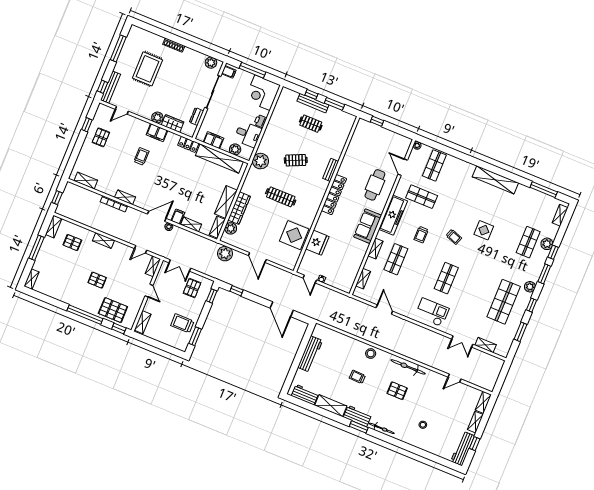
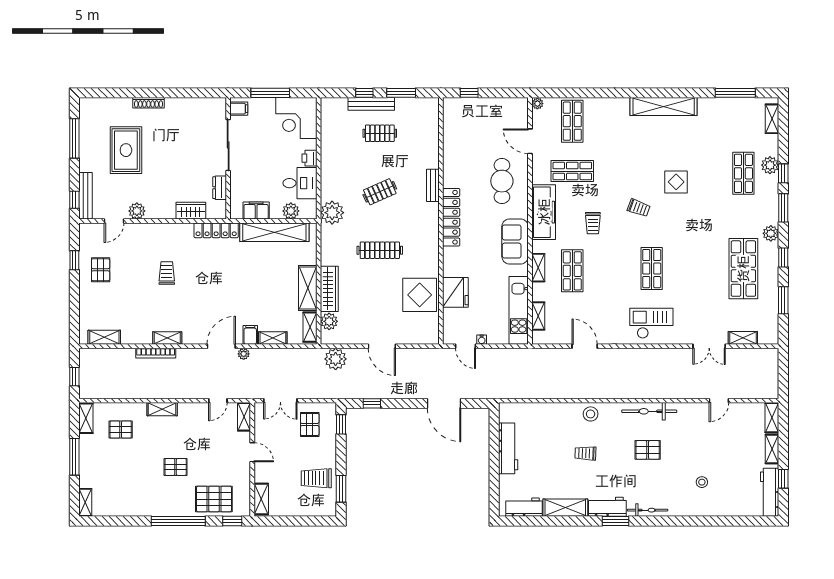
plant: (211, 63) -> (209, 106), removed
plant: (157, 117) -> (137, 211), moved
filing cabinet: (157, 133) -> (175, 232), removed
locker: (188, 144) -> (216, 230), width x1.53
kitchen unit: (352, 270) -> (519, 310), added

